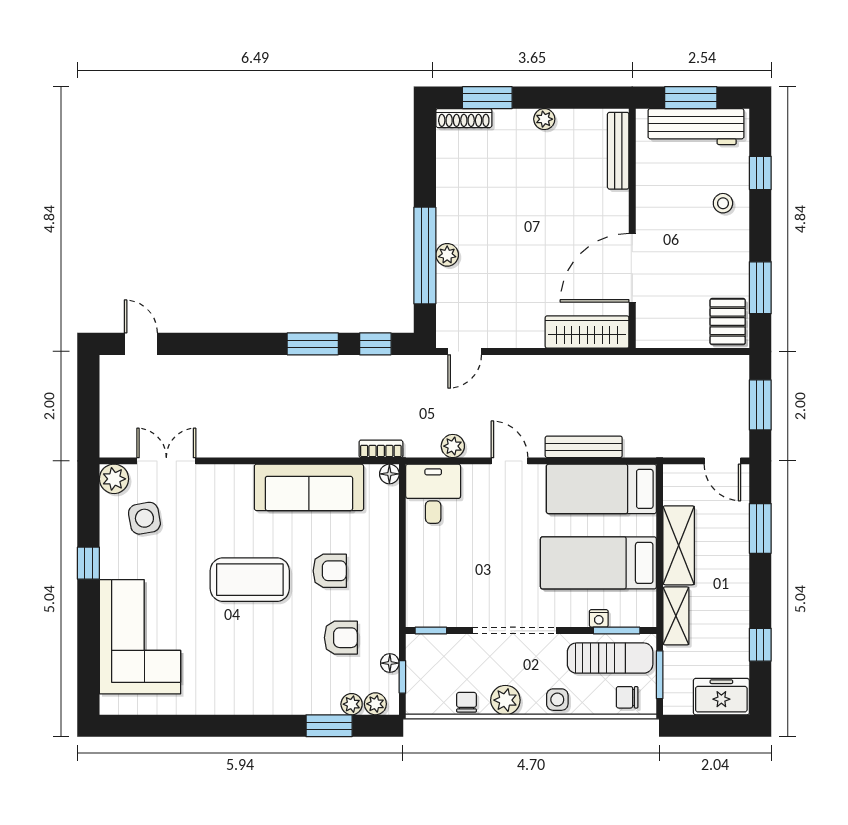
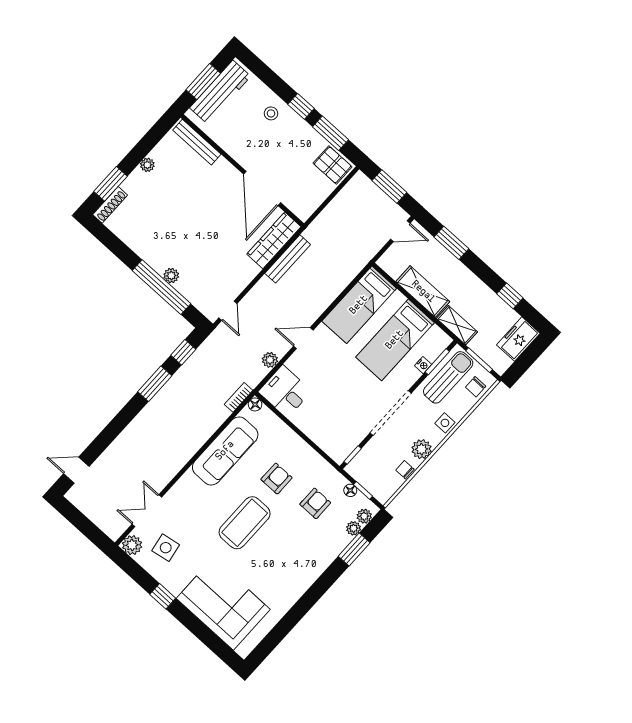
window: (760, 173) -> (301, 106), moved
bench: (584, 447) -> (288, 259), moved

